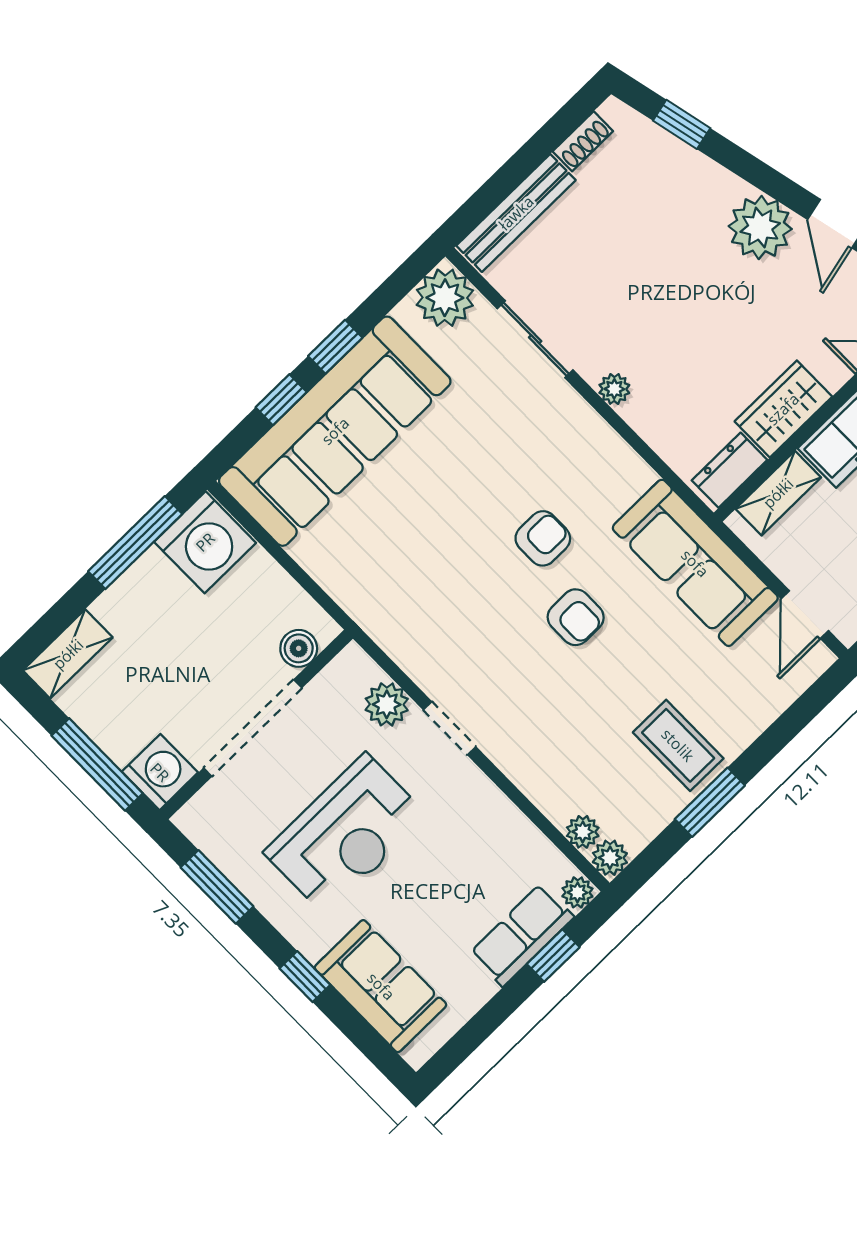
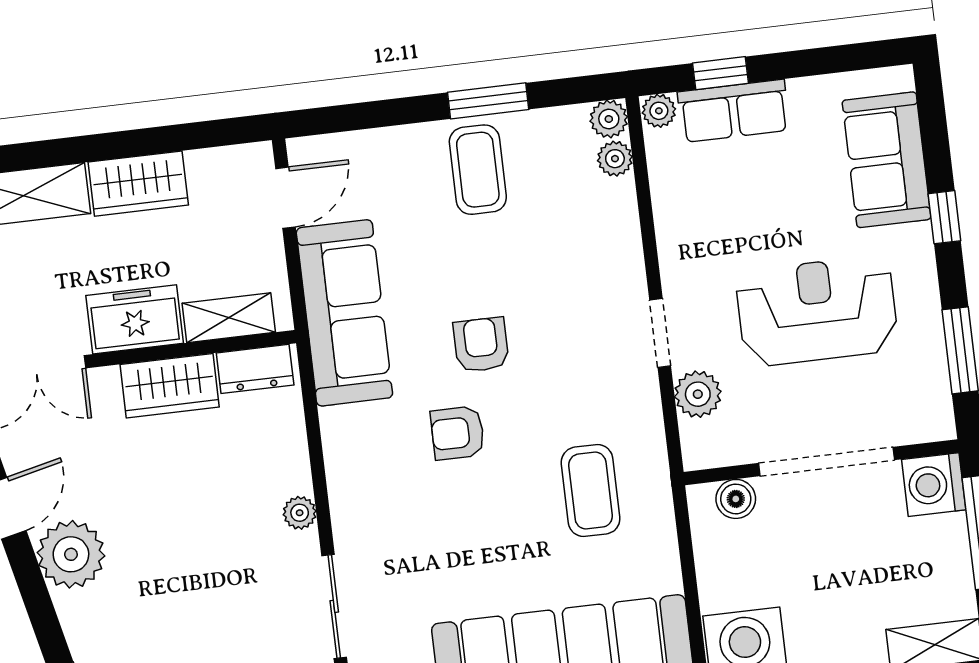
coffee table: (411, 572) -> (591, 491), added

